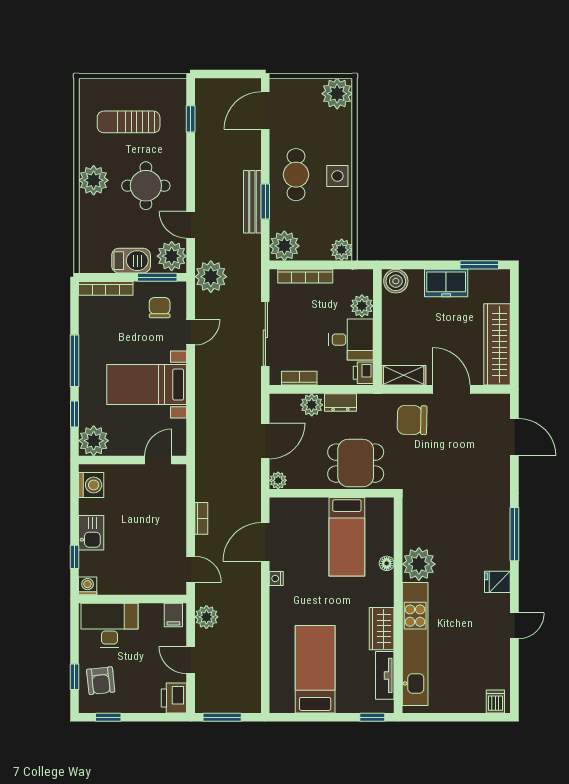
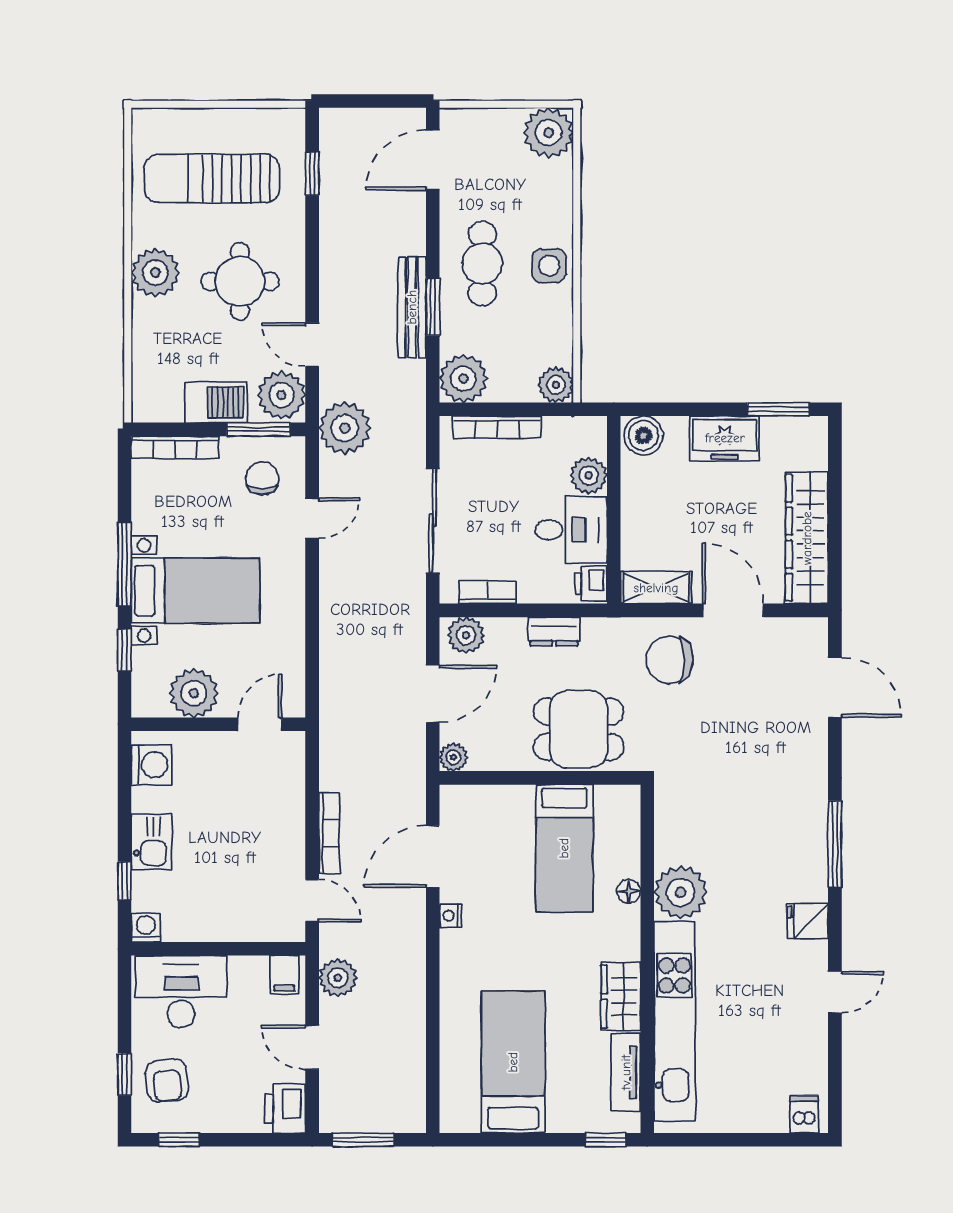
sun lounger: (129, 122) -> (212, 178), width x1.36, depth x1.34
bed with nightstands: (147, 385) -> (195, 591), moved, turned 180
plant: (312, 405) -> (466, 635), moved
plant: (94, 441) -> (194, 693), moved
bookcase: (201, 518) -> (329, 833), width x1.56

